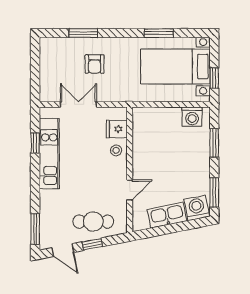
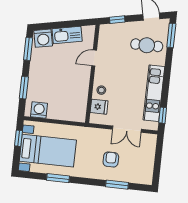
window: (35, 143) -> (163, 115), moved
cafe table: (93, 222) -> (147, 45), moved
window: (92, 244) -> (117, 20), moved

